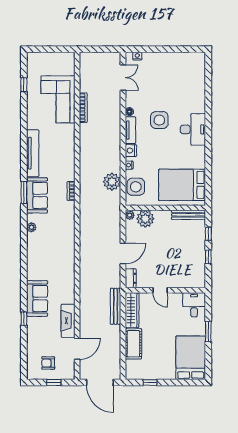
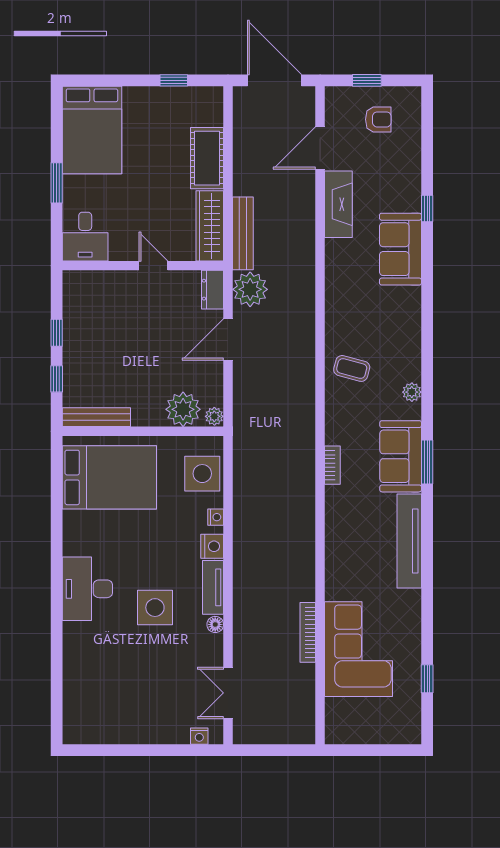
plant: (112, 182) -> (250, 289), moved
coffee table: (61, 239) -> (352, 368), added

